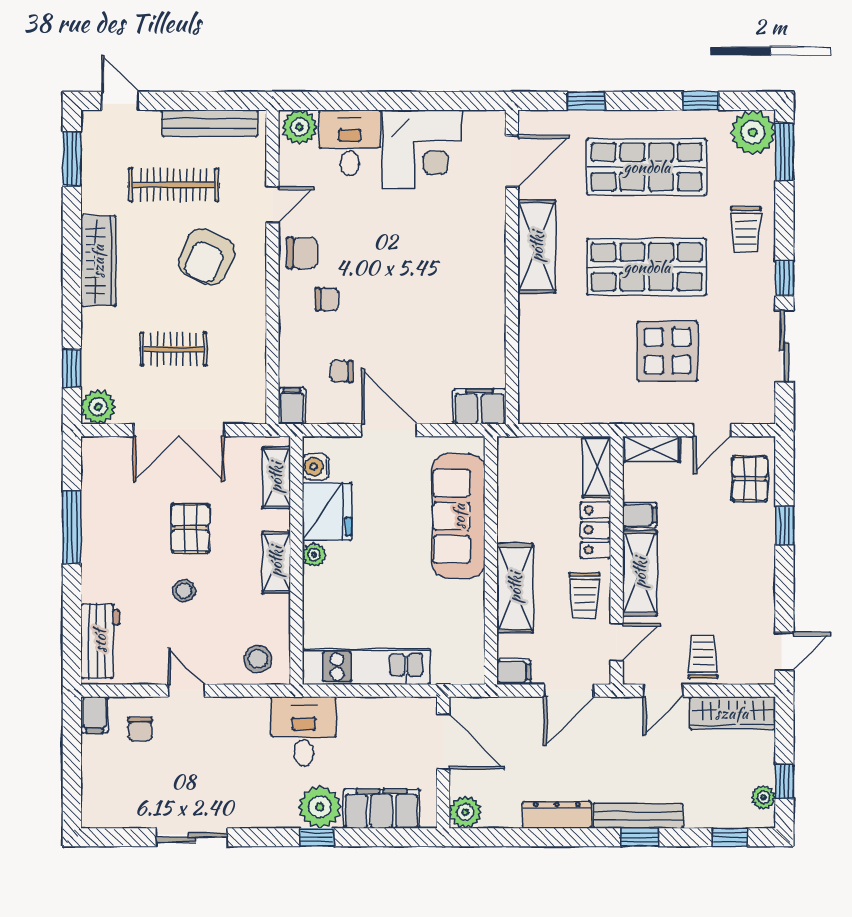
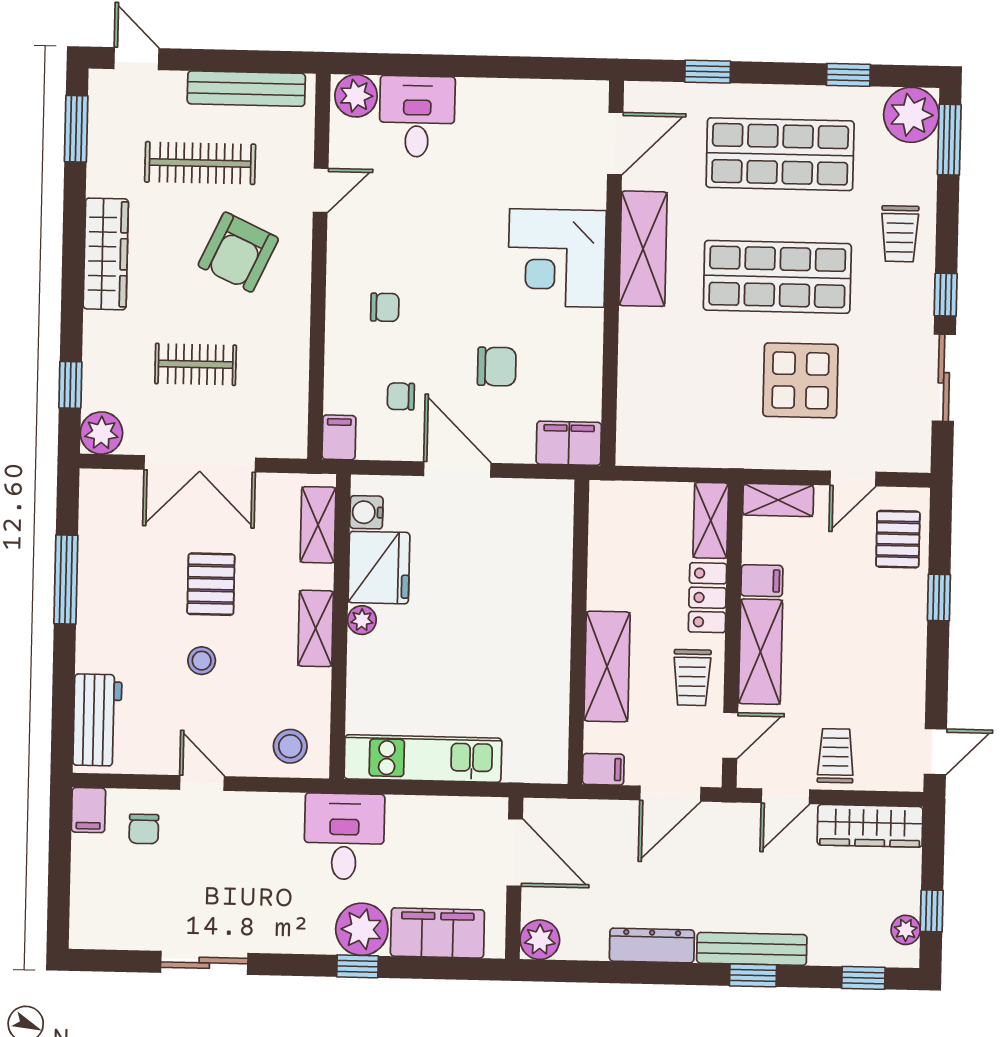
corner desk: (422, 149) -> (557, 258), moved, turned 90
chair: (302, 253) -> (497, 367), moved
sofa: (459, 516) -> (540, 577), removed

